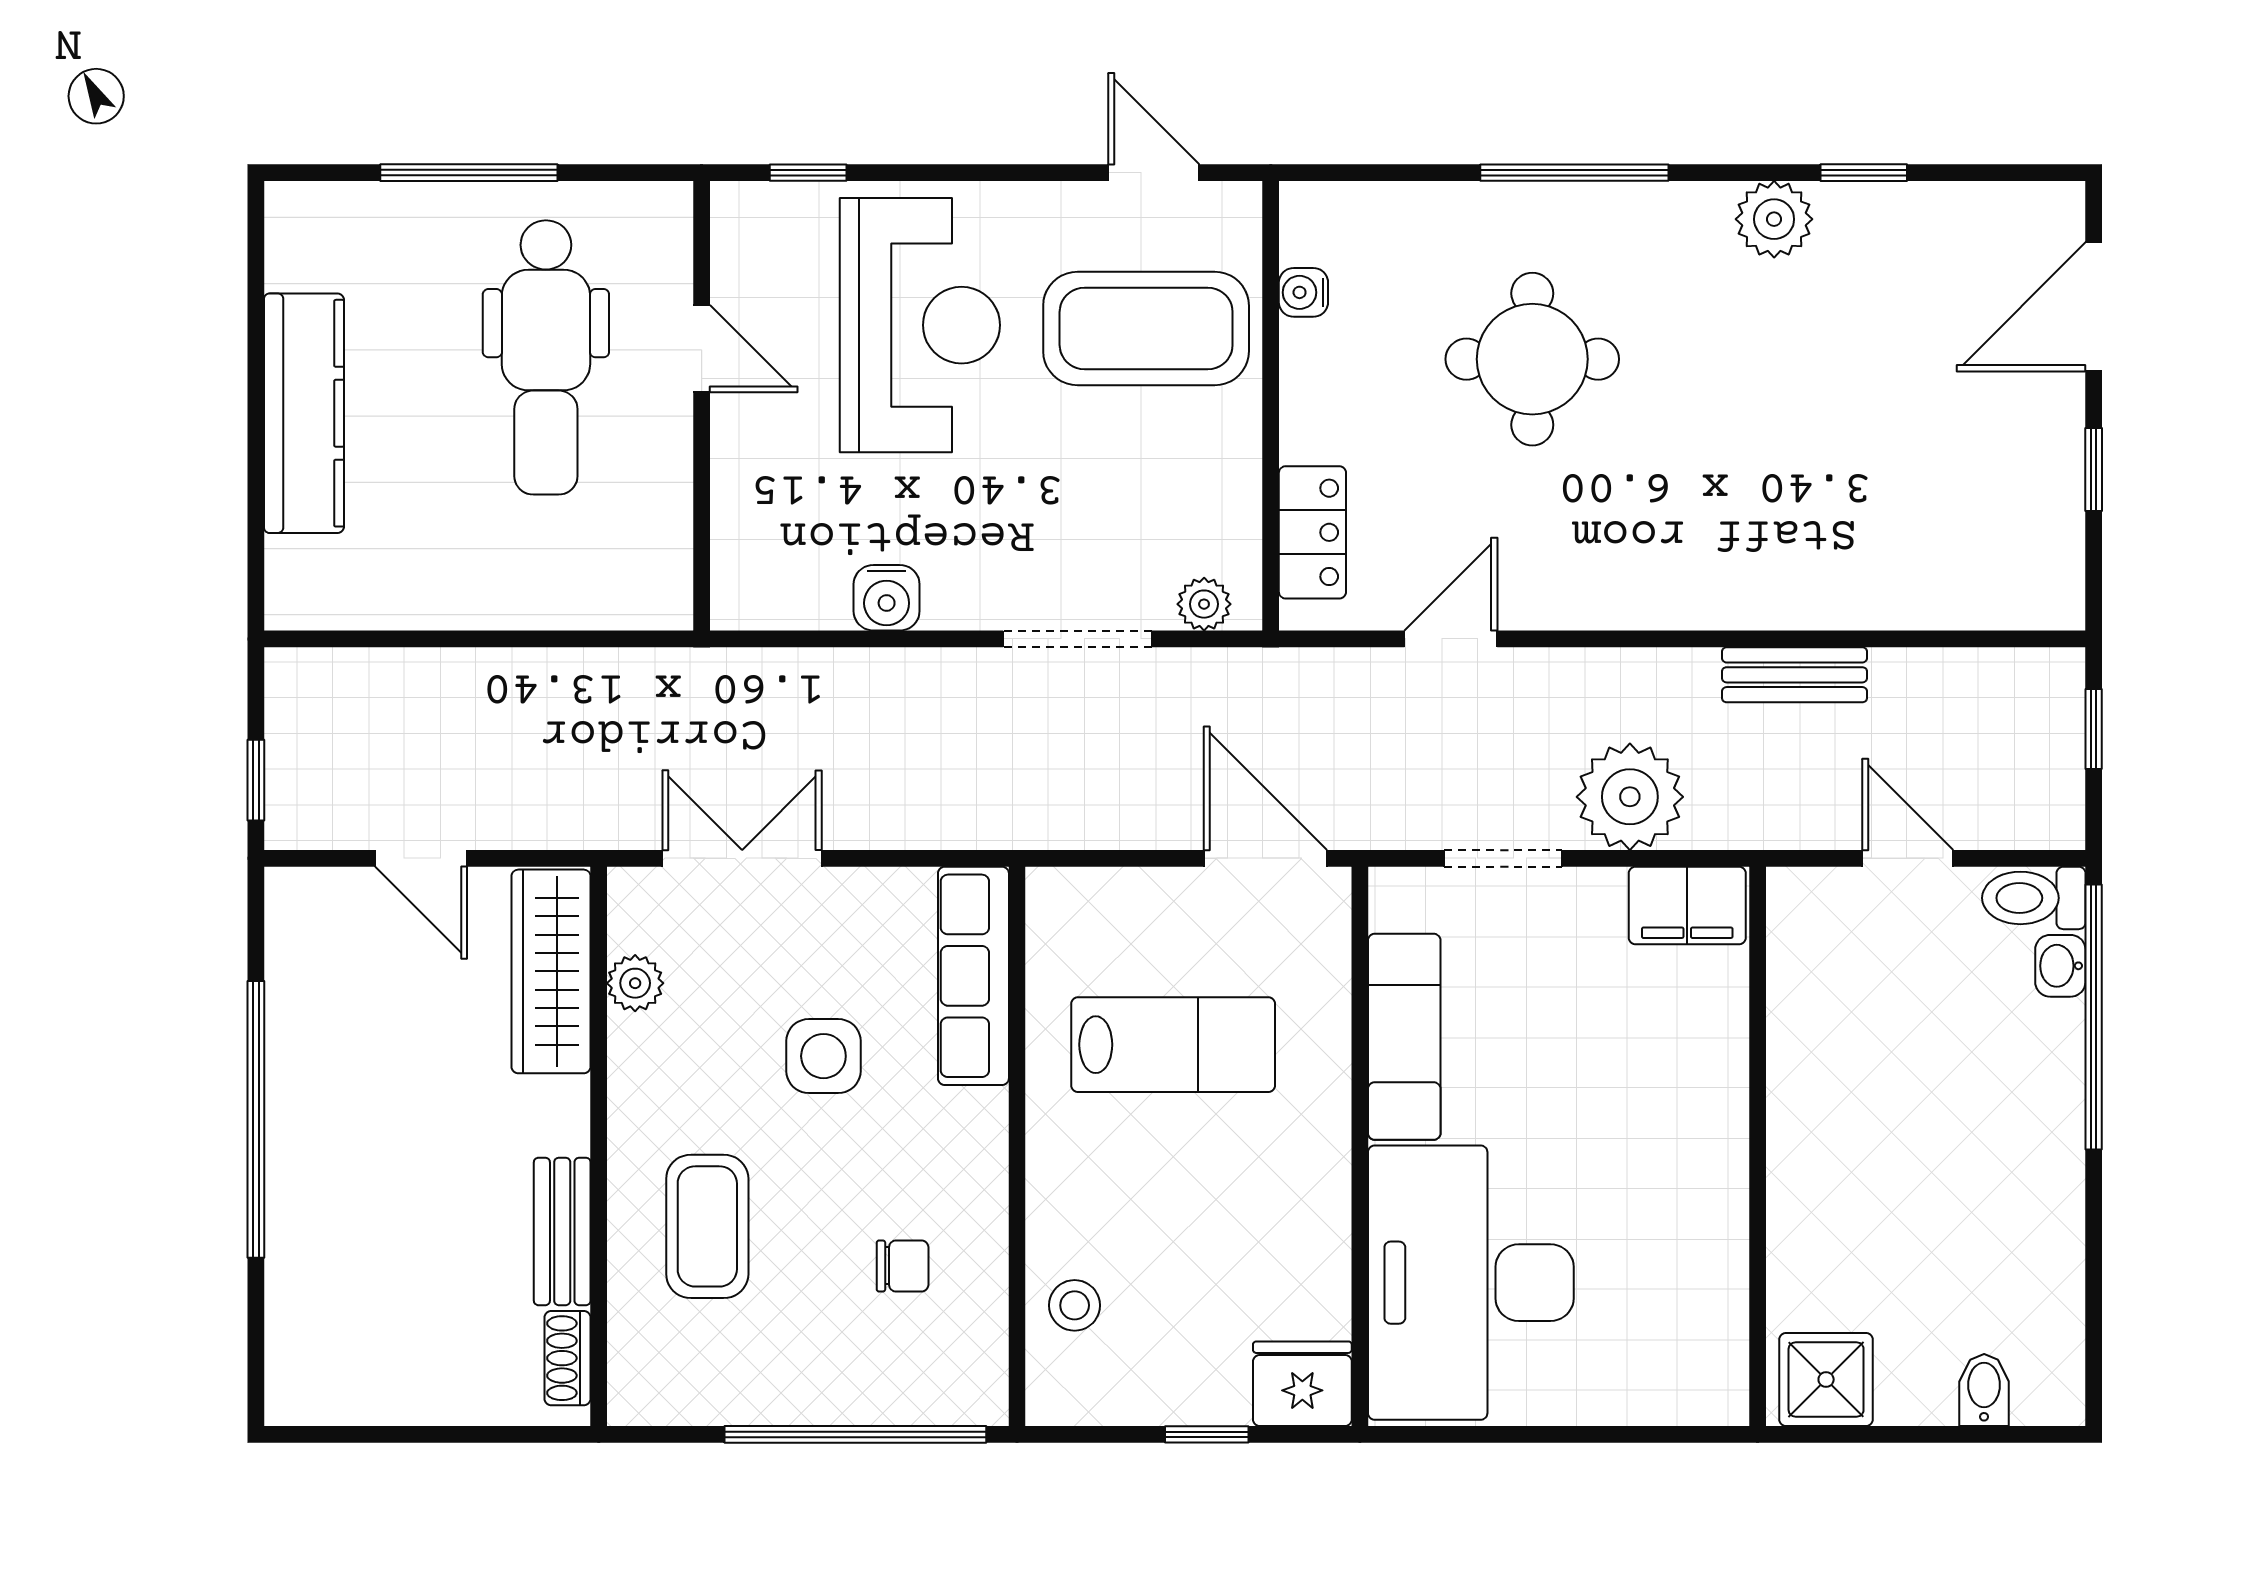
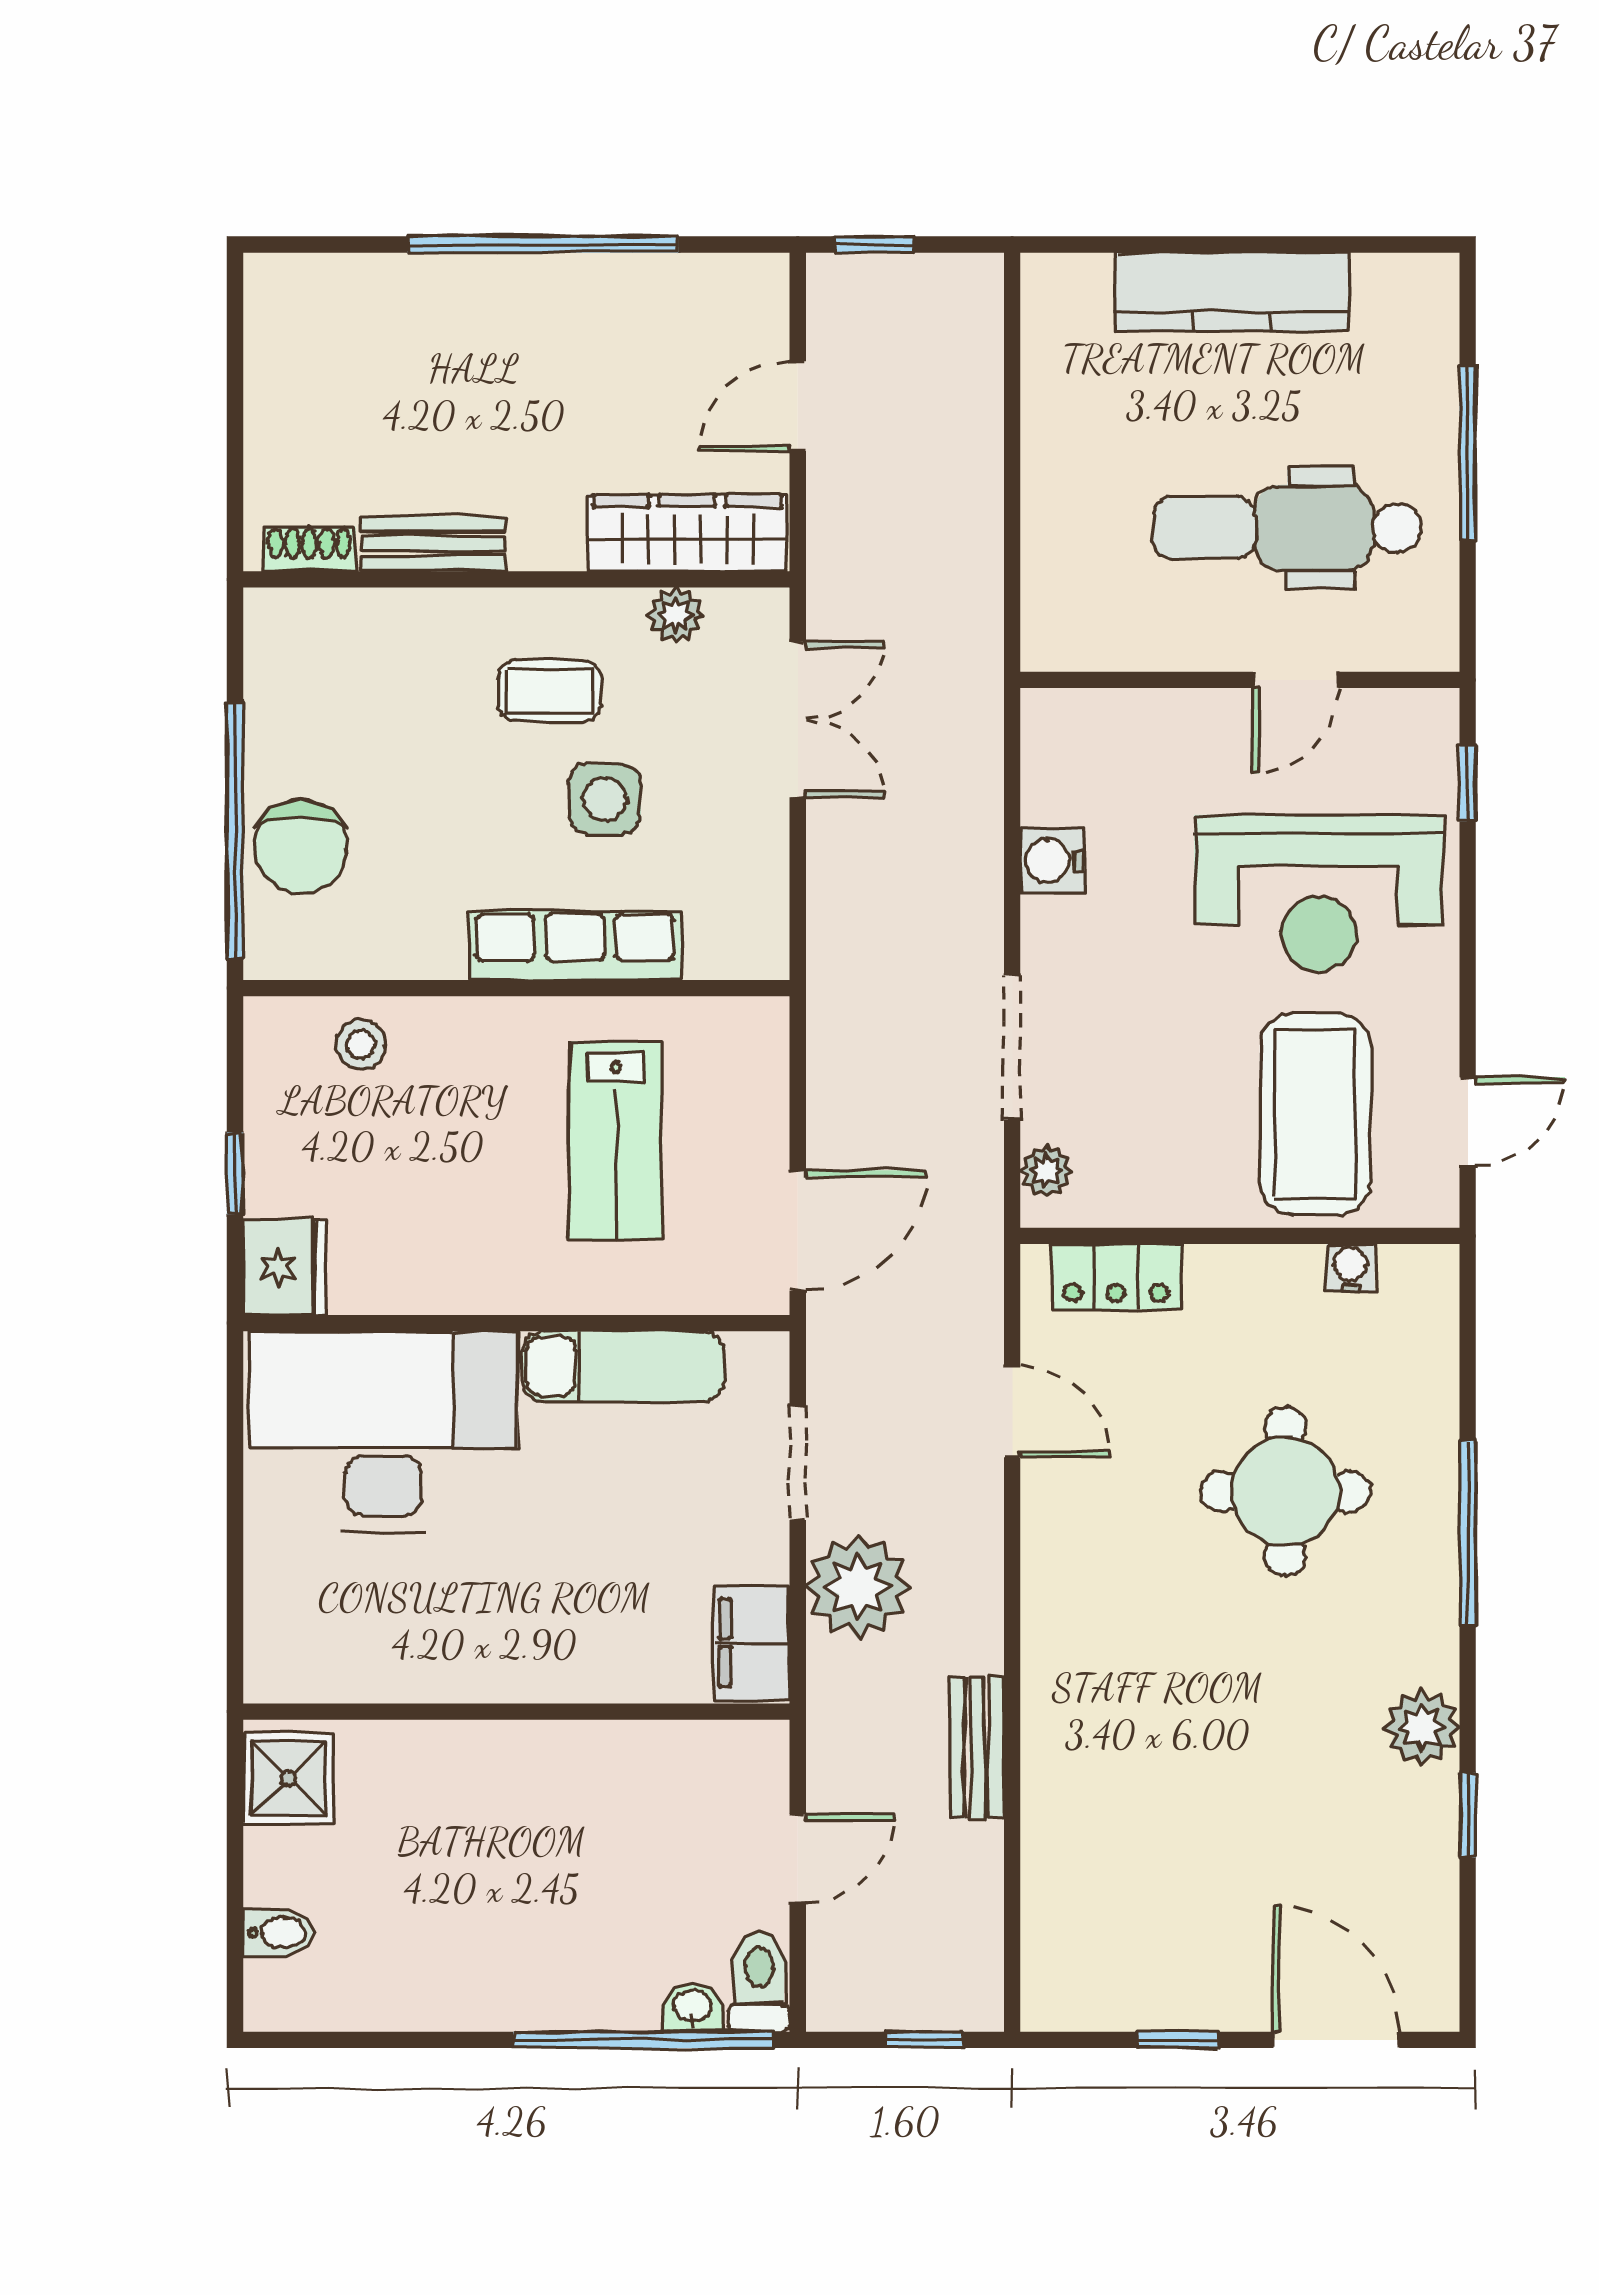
row of seats: (973, 976) -> (575, 946), moved
coffee table: (707, 1226) -> (550, 691), moved, width x0.73, depth x0.77
chair: (903, 1266) -> (301, 847), moved, width x1.87, depth x1.87

